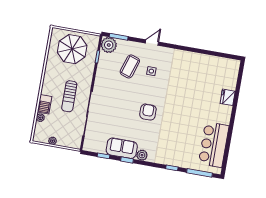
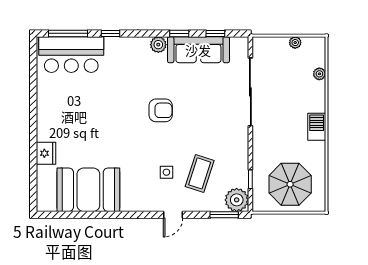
booth: (204, 69) -> (88, 190), added
sun lounger: (69, 96) -> (282, 113), removed
barbecue: (44, 104) -> (317, 127), moved
armchair: (148, 112) -> (161, 110), turned -90
bar counter: (214, 145) -> (71, 55), moved, turned 90
sofa: (122, 148) -> (198, 50), width x1.36

